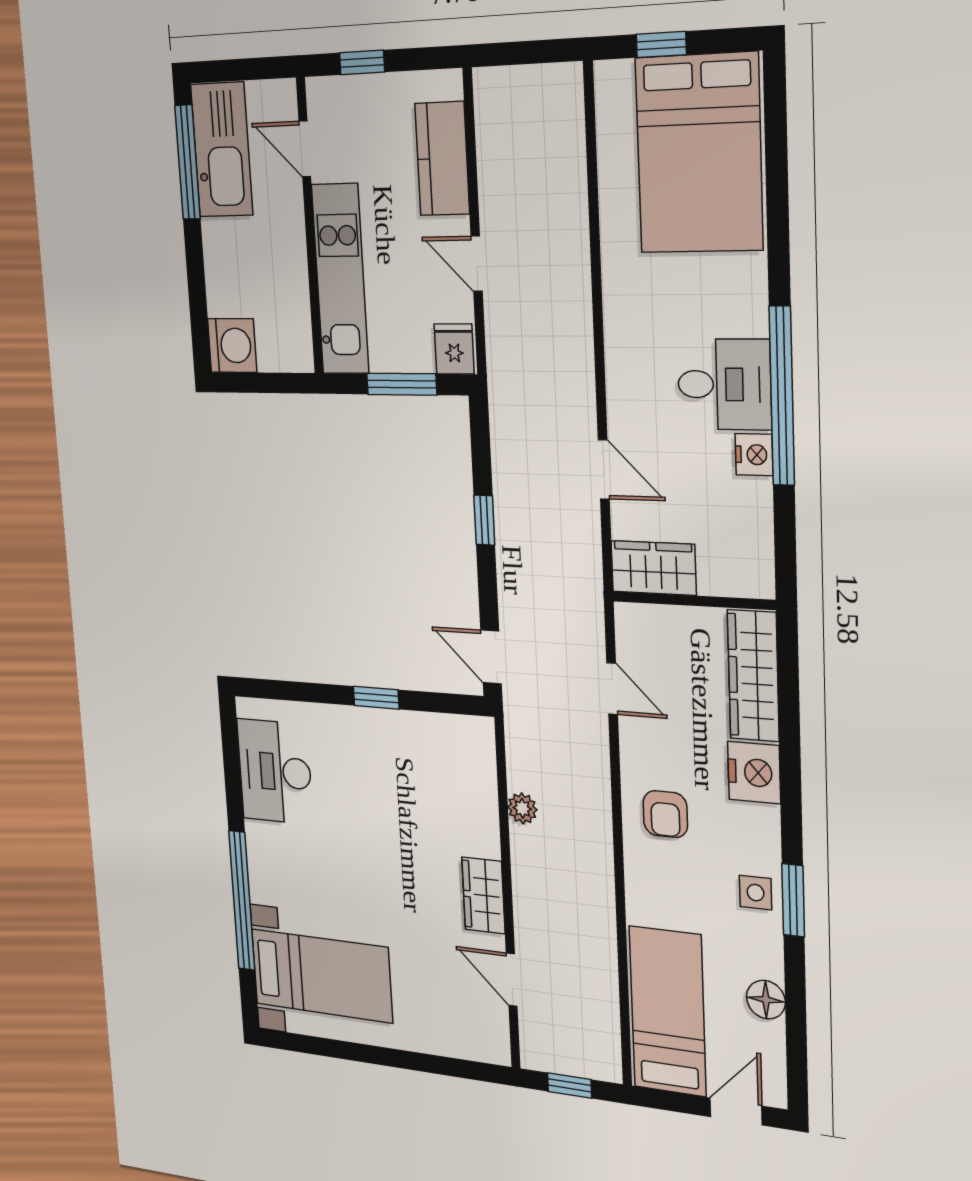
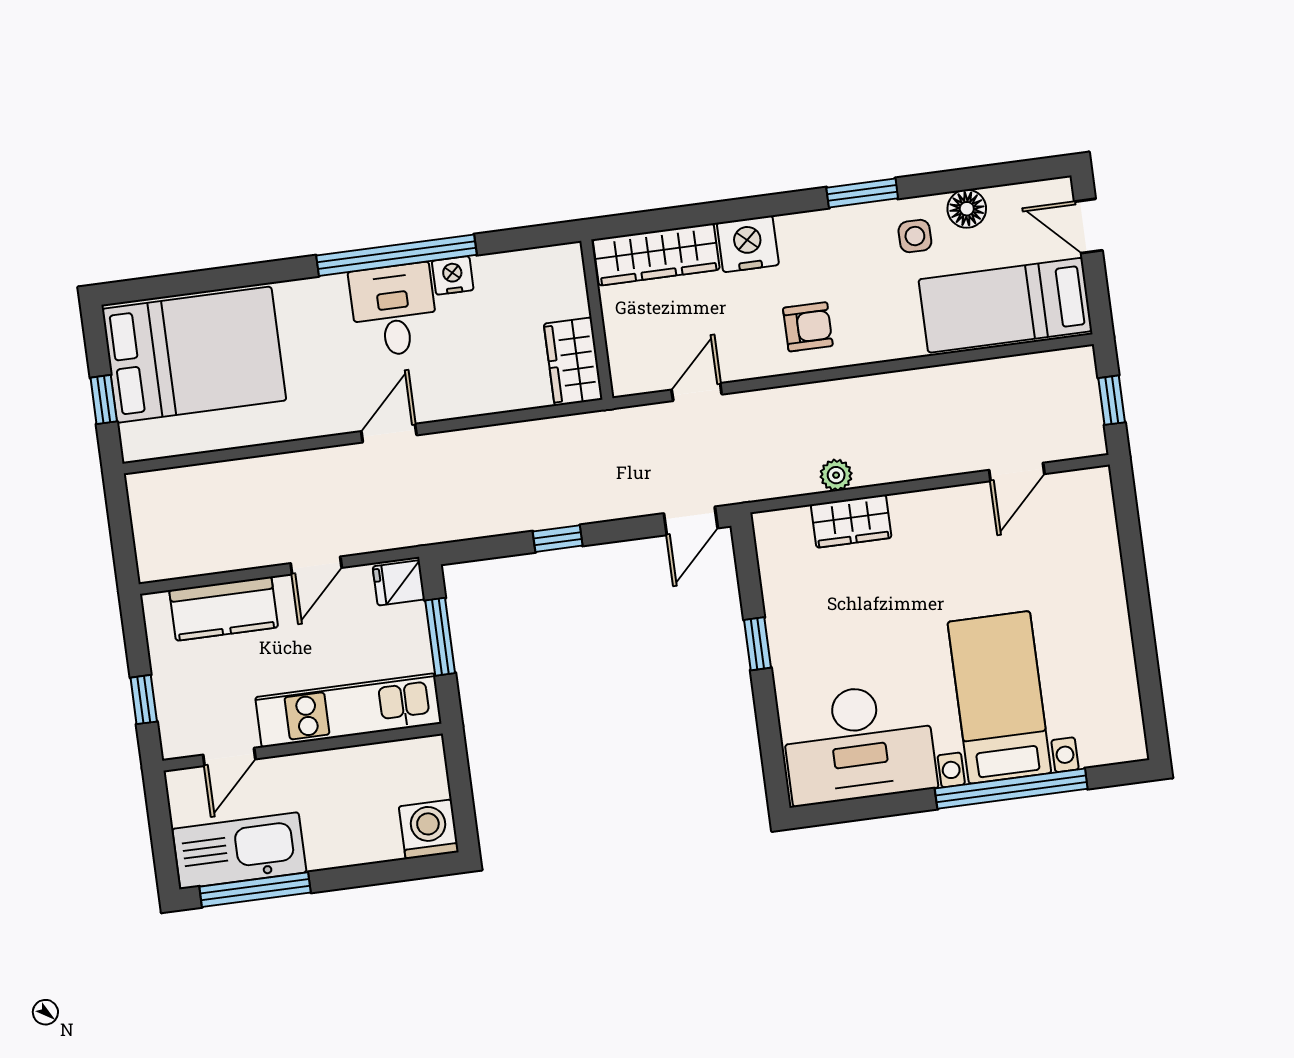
door: (604, 469) -> (389, 433), moved
desk: (275, 772) -> (859, 744), width x1.36, depth x1.30
side table: (756, 893) -> (915, 236), moved
wardrobe: (483, 896) -> (851, 521), moved
bed with nightstands: (322, 976) -> (999, 697), moved

